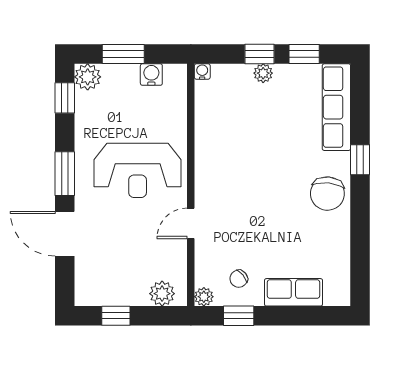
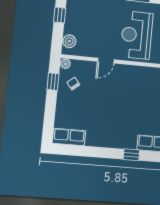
chair: (327, 194) -> (115, 136), removed
door: (191, 223) -> (106, 61), swing flipped
row of seats: (293, 292) -> (69, 137), moved, turned -90

